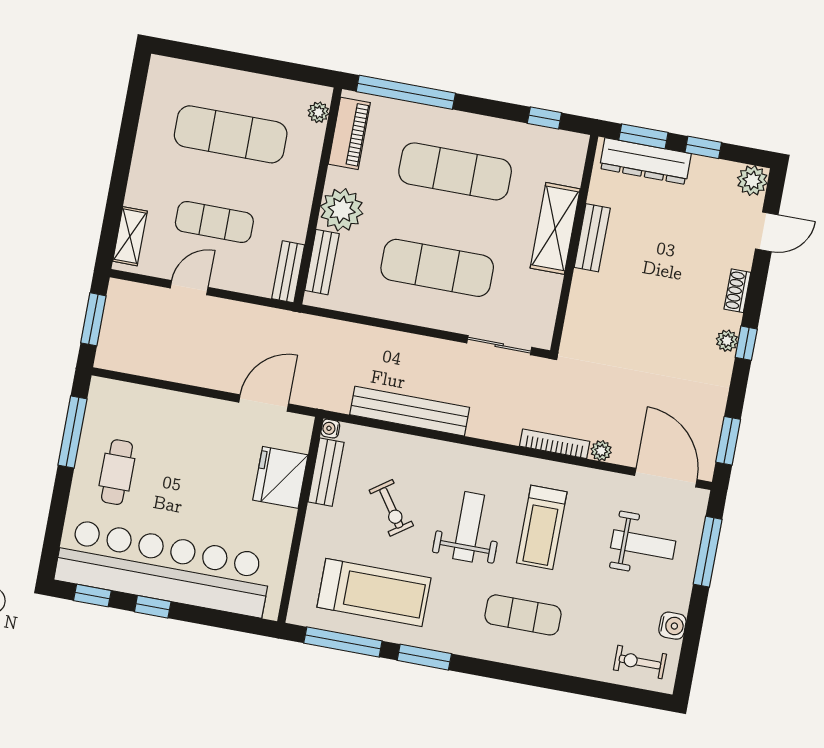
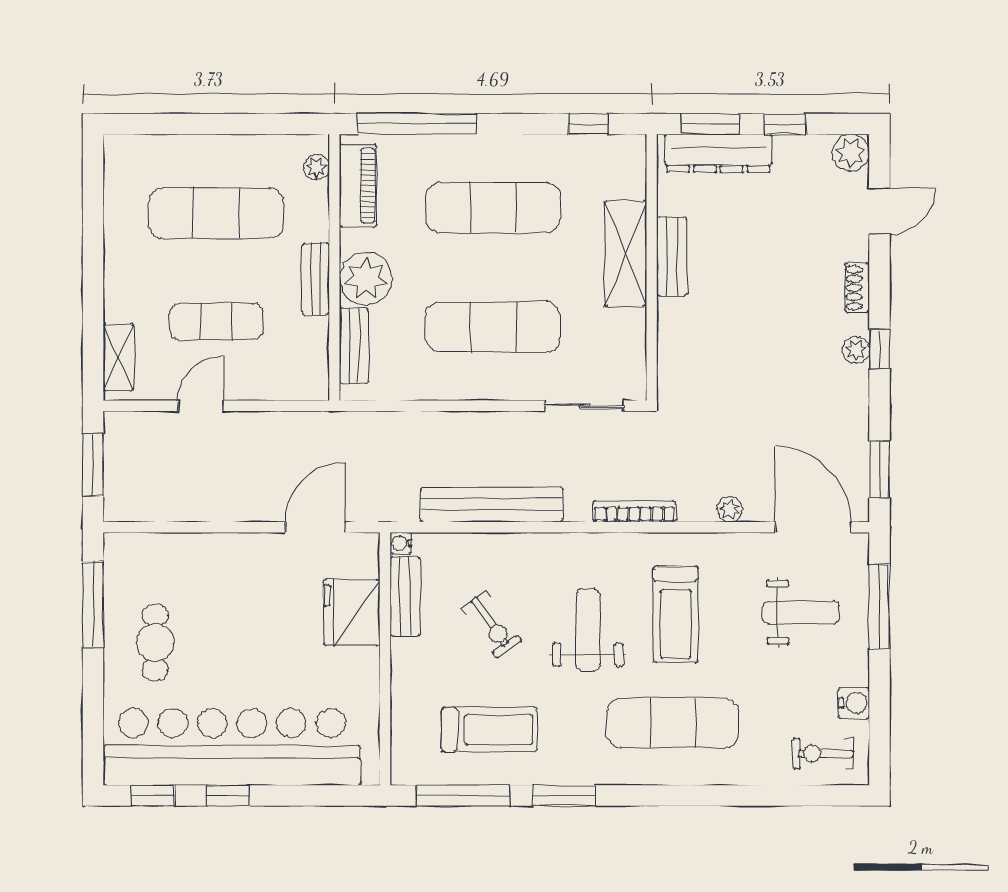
bench: (288, 272) -> (316, 279), moved
bookcase: (555, 444) -> (634, 512), moved
treadmill: (374, 592) -> (489, 730), width x0.73, depth x0.73
exercise mat: (523, 615) -> (673, 723), width x1.36, depth x1.45

